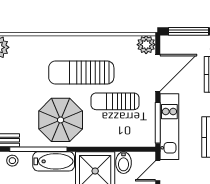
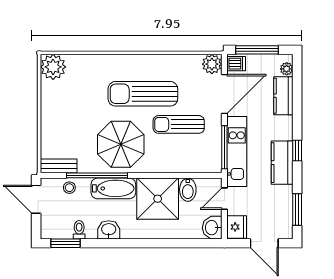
dishwasher: (169, 44) -> (236, 64), added

